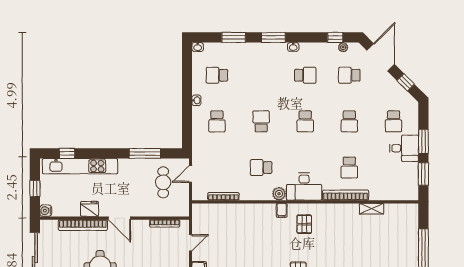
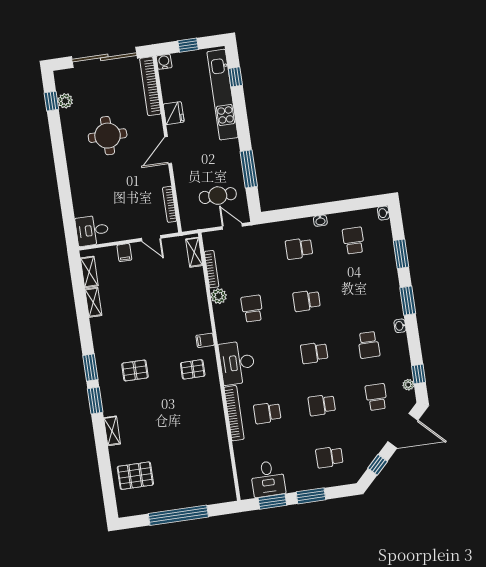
school desk: (261, 121) -> (307, 301), turned 180
desk: (404, 148) -> (268, 479), moved
plant: (279, 194) -> (219, 296), moved
shelving: (372, 209) -> (194, 252), moved
bookcase: (83, 225) -> (150, 86), moved

